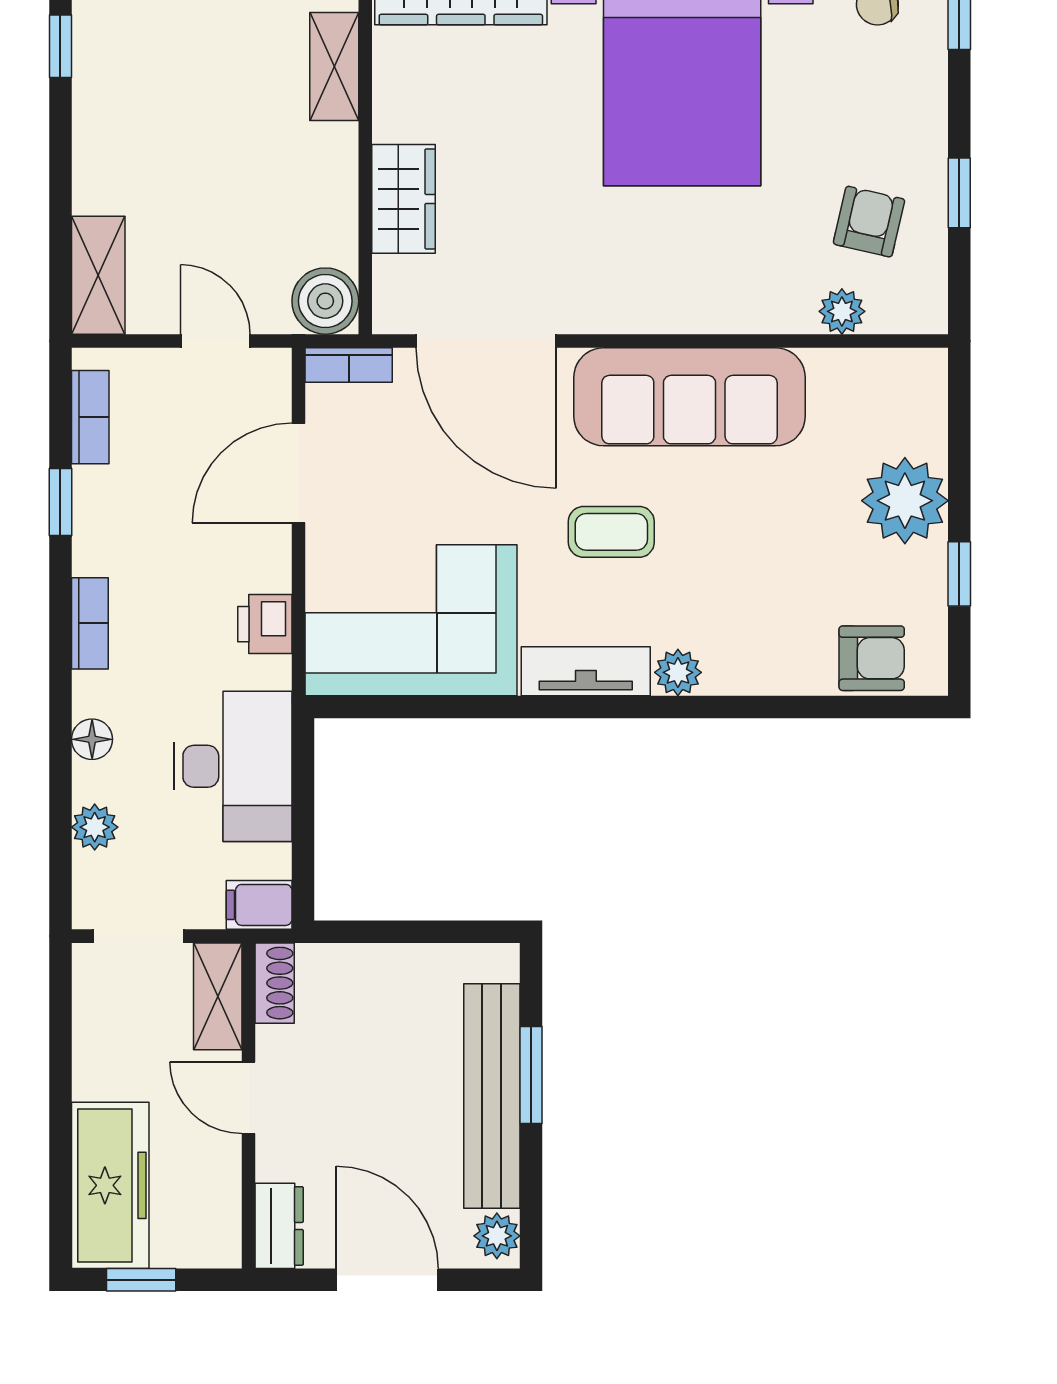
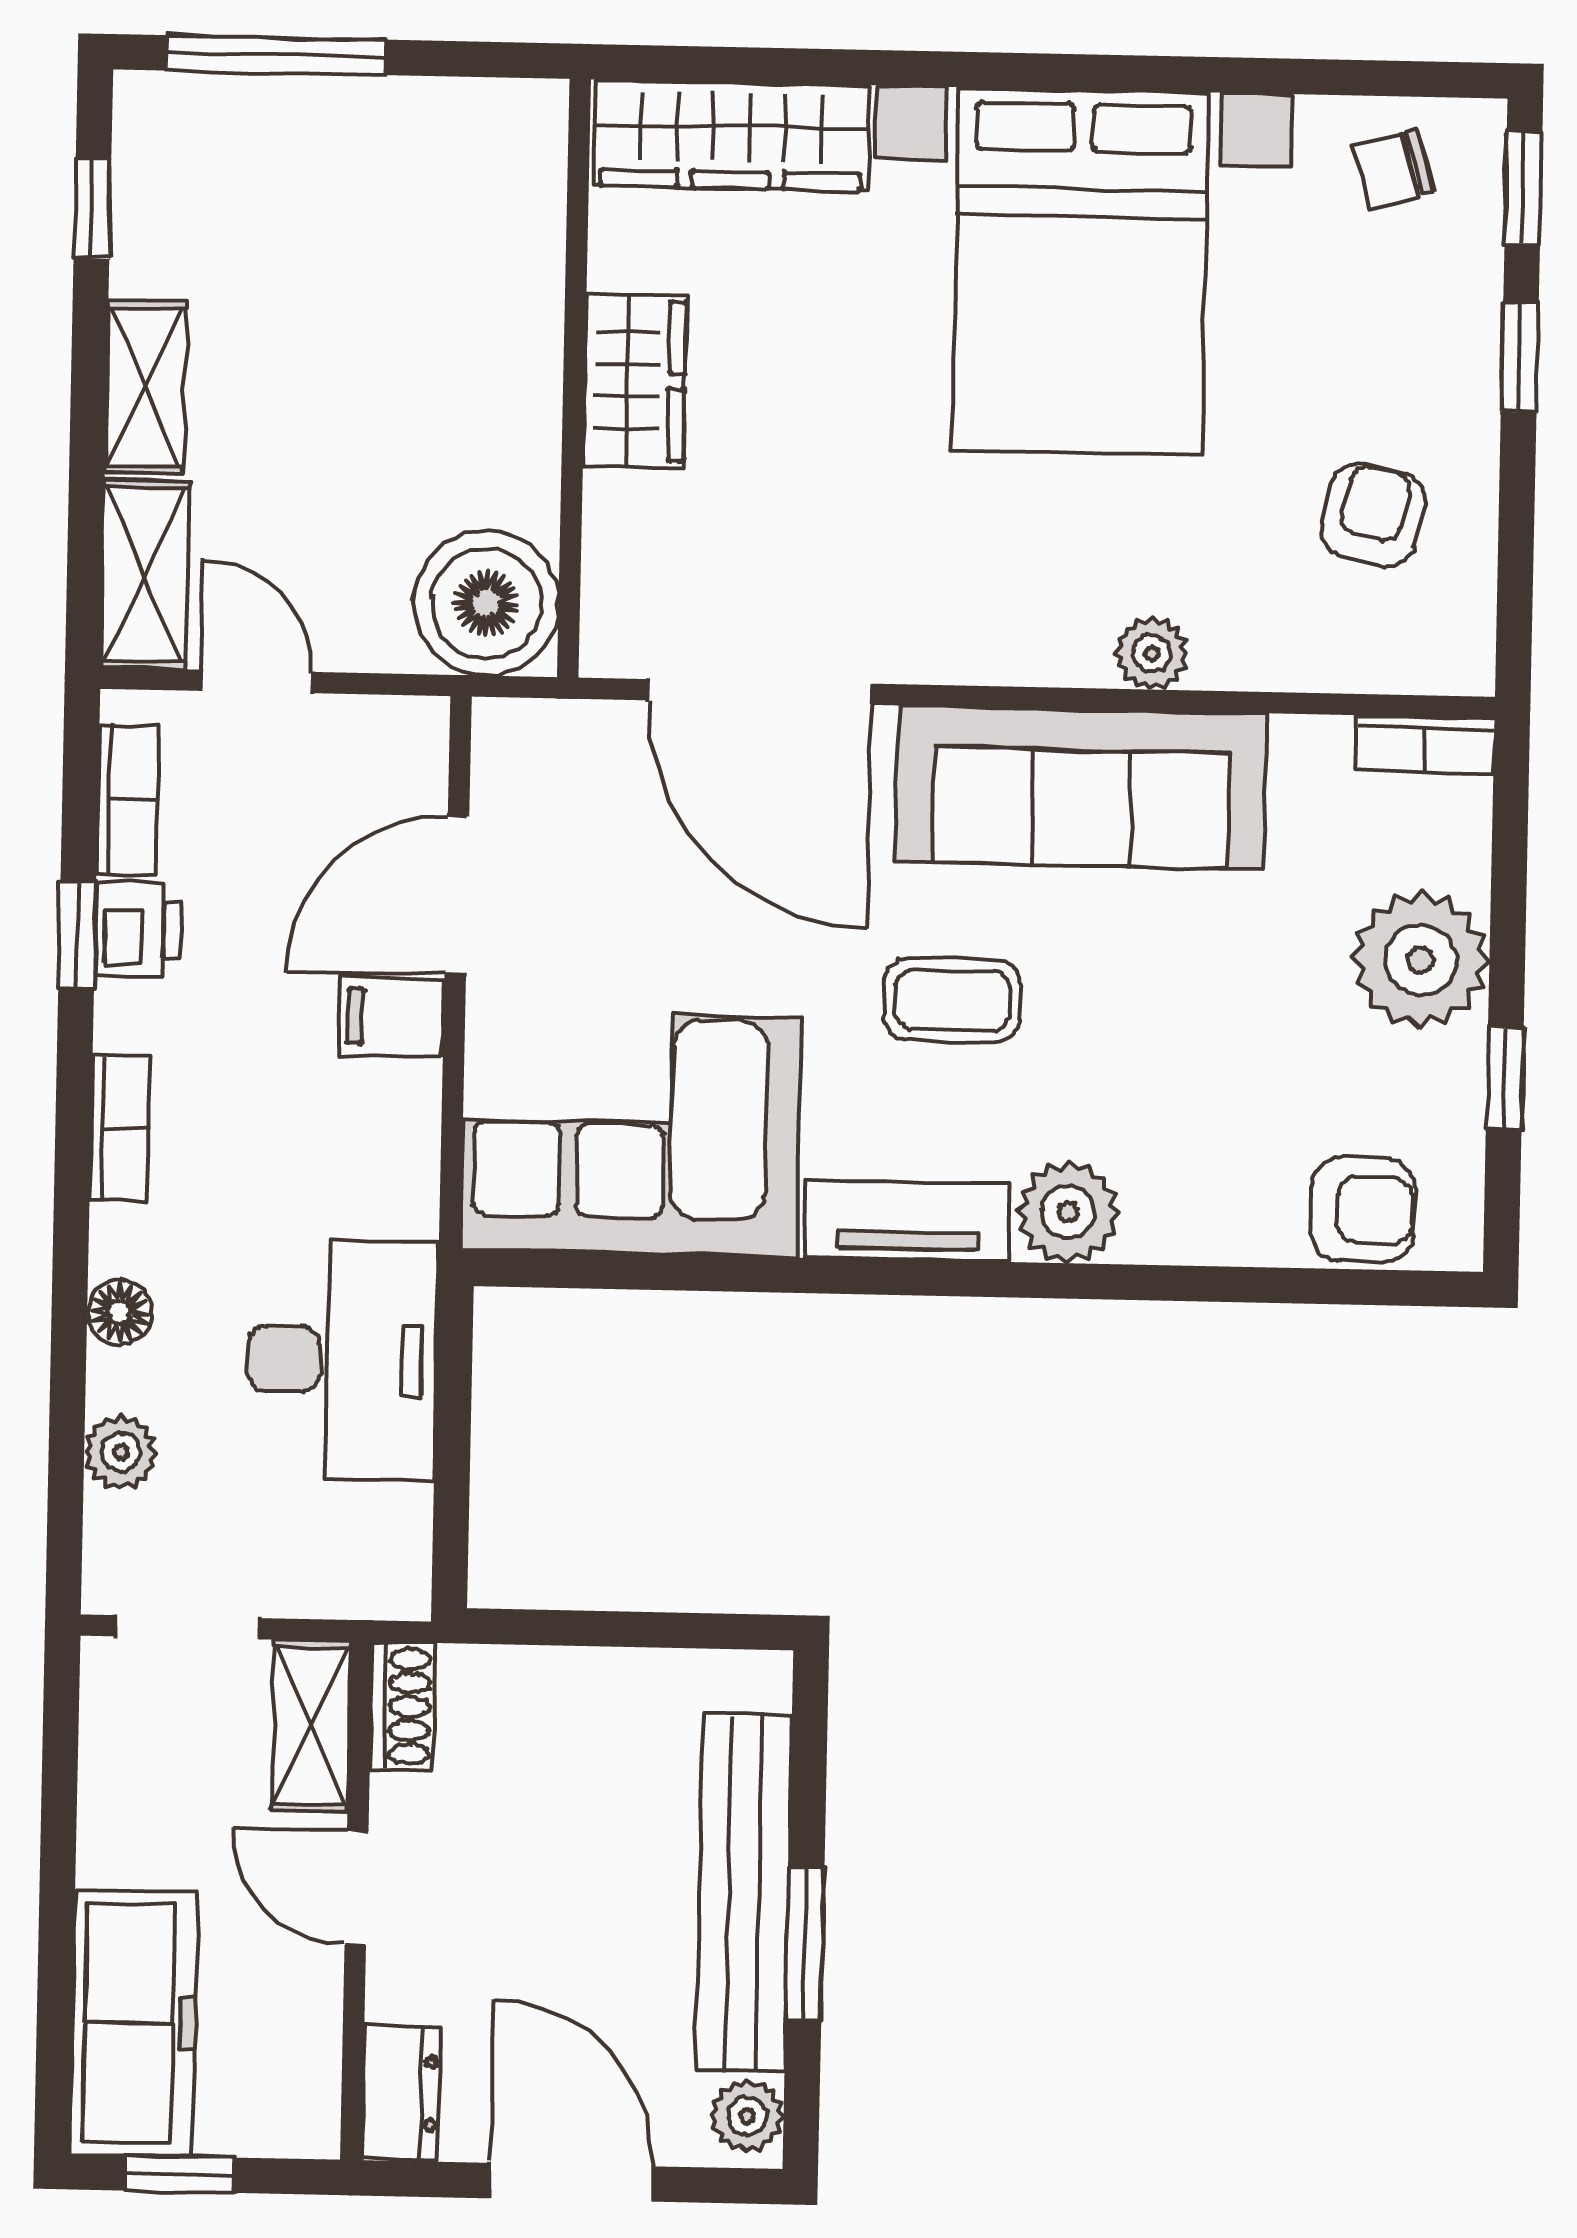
shelving: (334, 66) -> (145, 387), moved
window: (959, 193) -> (1520, 357), moved
wardrobe: (404, 199) -> (635, 380), moved
boiler: (325, 301) -> (486, 603), width x1.37, depth x1.37
plant: (842, 311) -> (1152, 653), moved
door: (215, 341) -> (256, 681), moved
bookcase: (349, 365) -> (1425, 744), moved
printer: (265, 624) -> (138, 929), moved, turned 180
plant: (678, 672) -> (1068, 1212), width x1.38, depth x1.38
filing cabinet: (259, 905) -> (392, 1017), moved
window: (531, 1075) -> (805, 1944), moved

